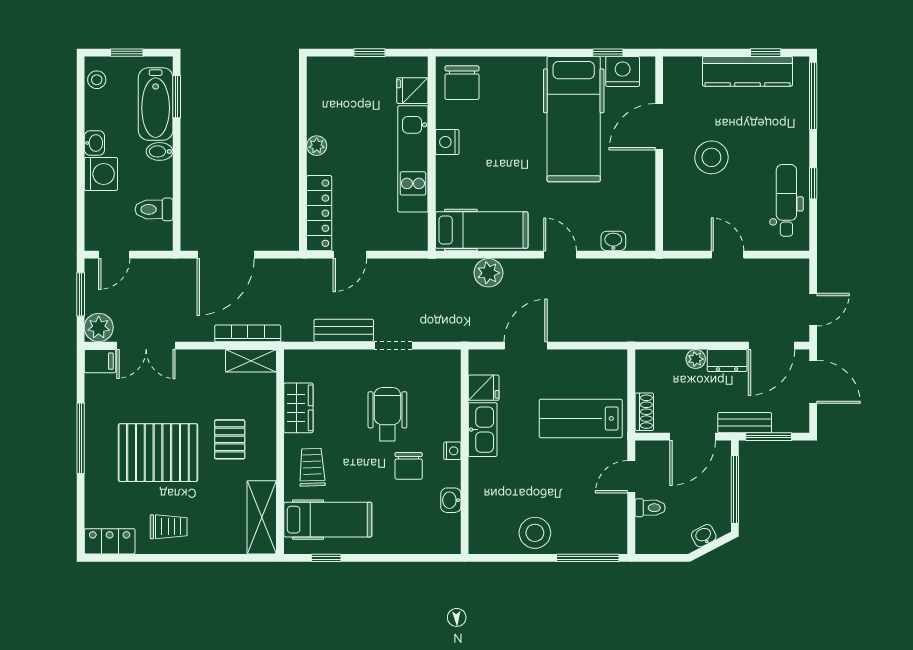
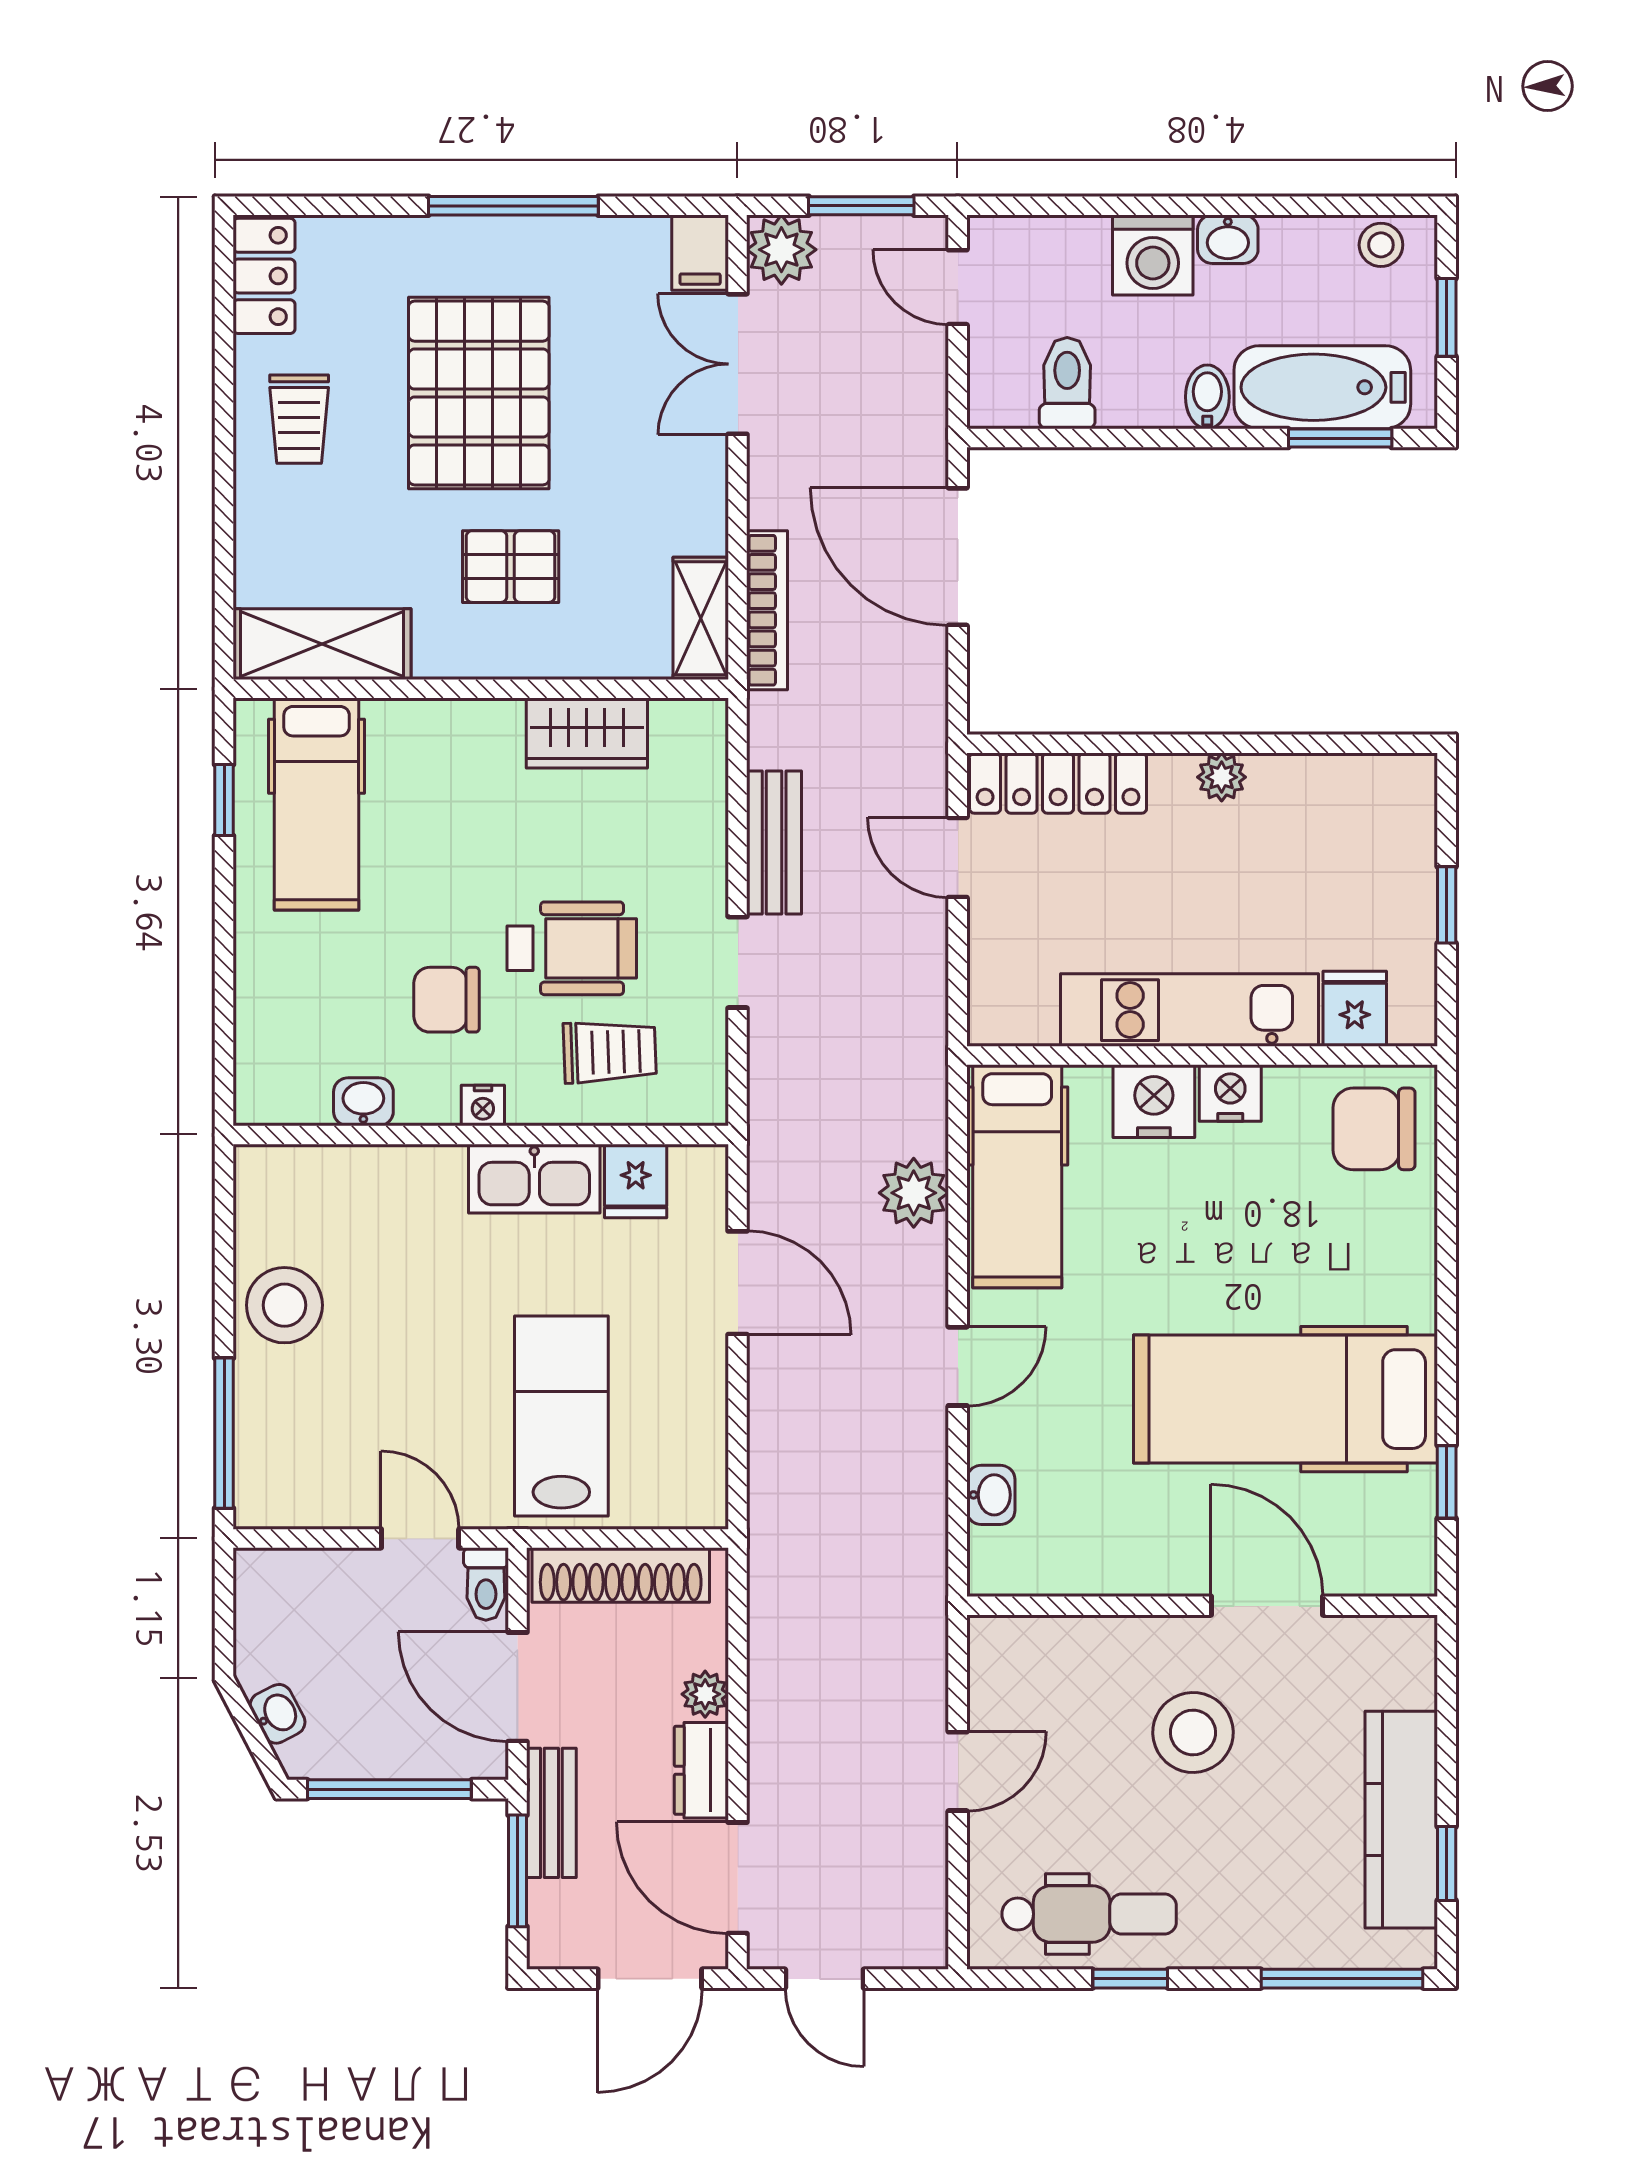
nightstand: (623, 71) -> (1154, 1101), moved, turned -90
shoe rack: (644, 412) -> (621, 1575), width x1.94, depth x1.24
trolley: (312, 467) -> (610, 1052), moved
toilet: (650, 508) -> (486, 1584), moved

